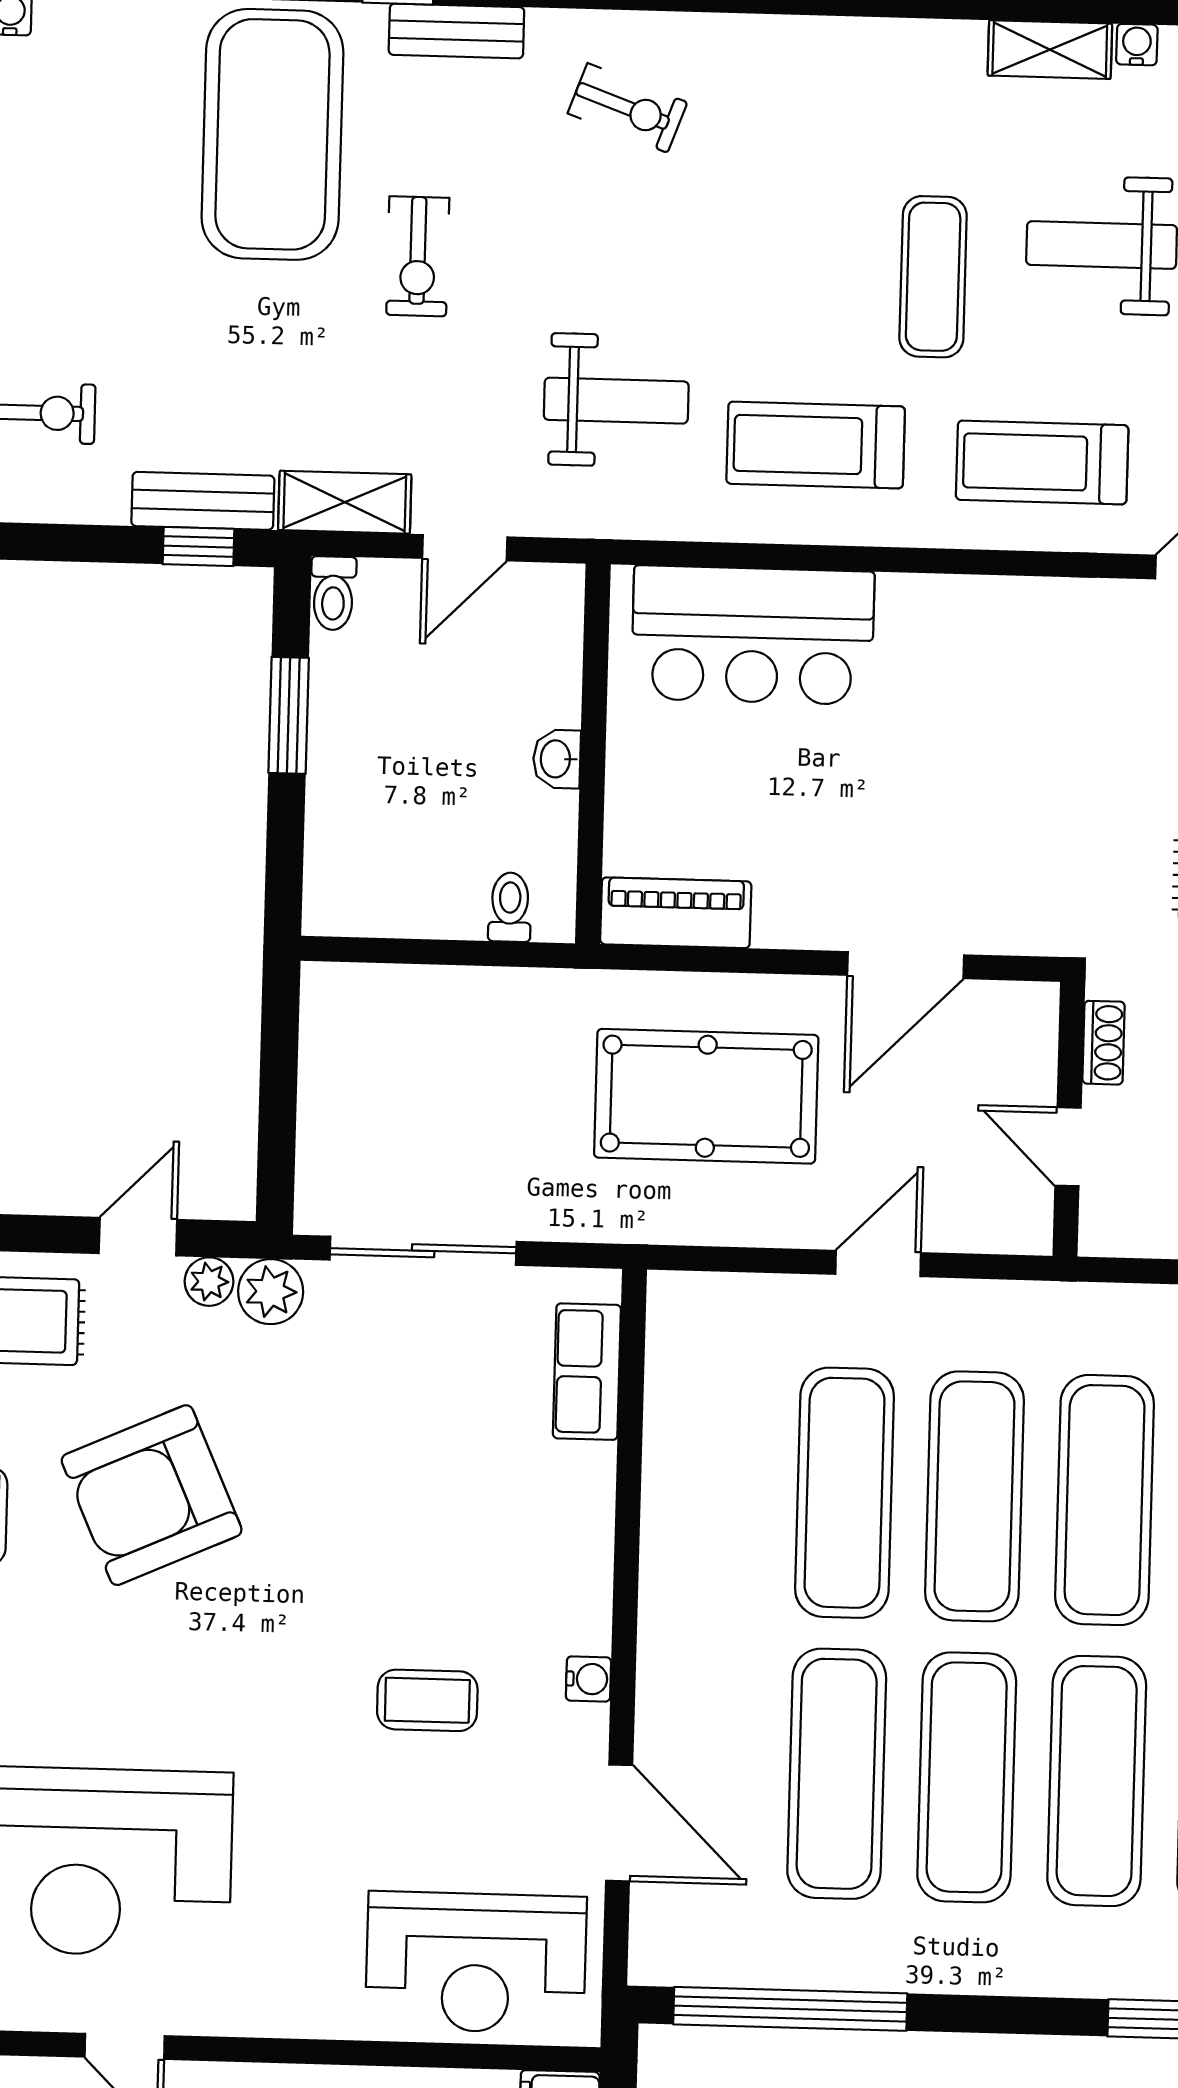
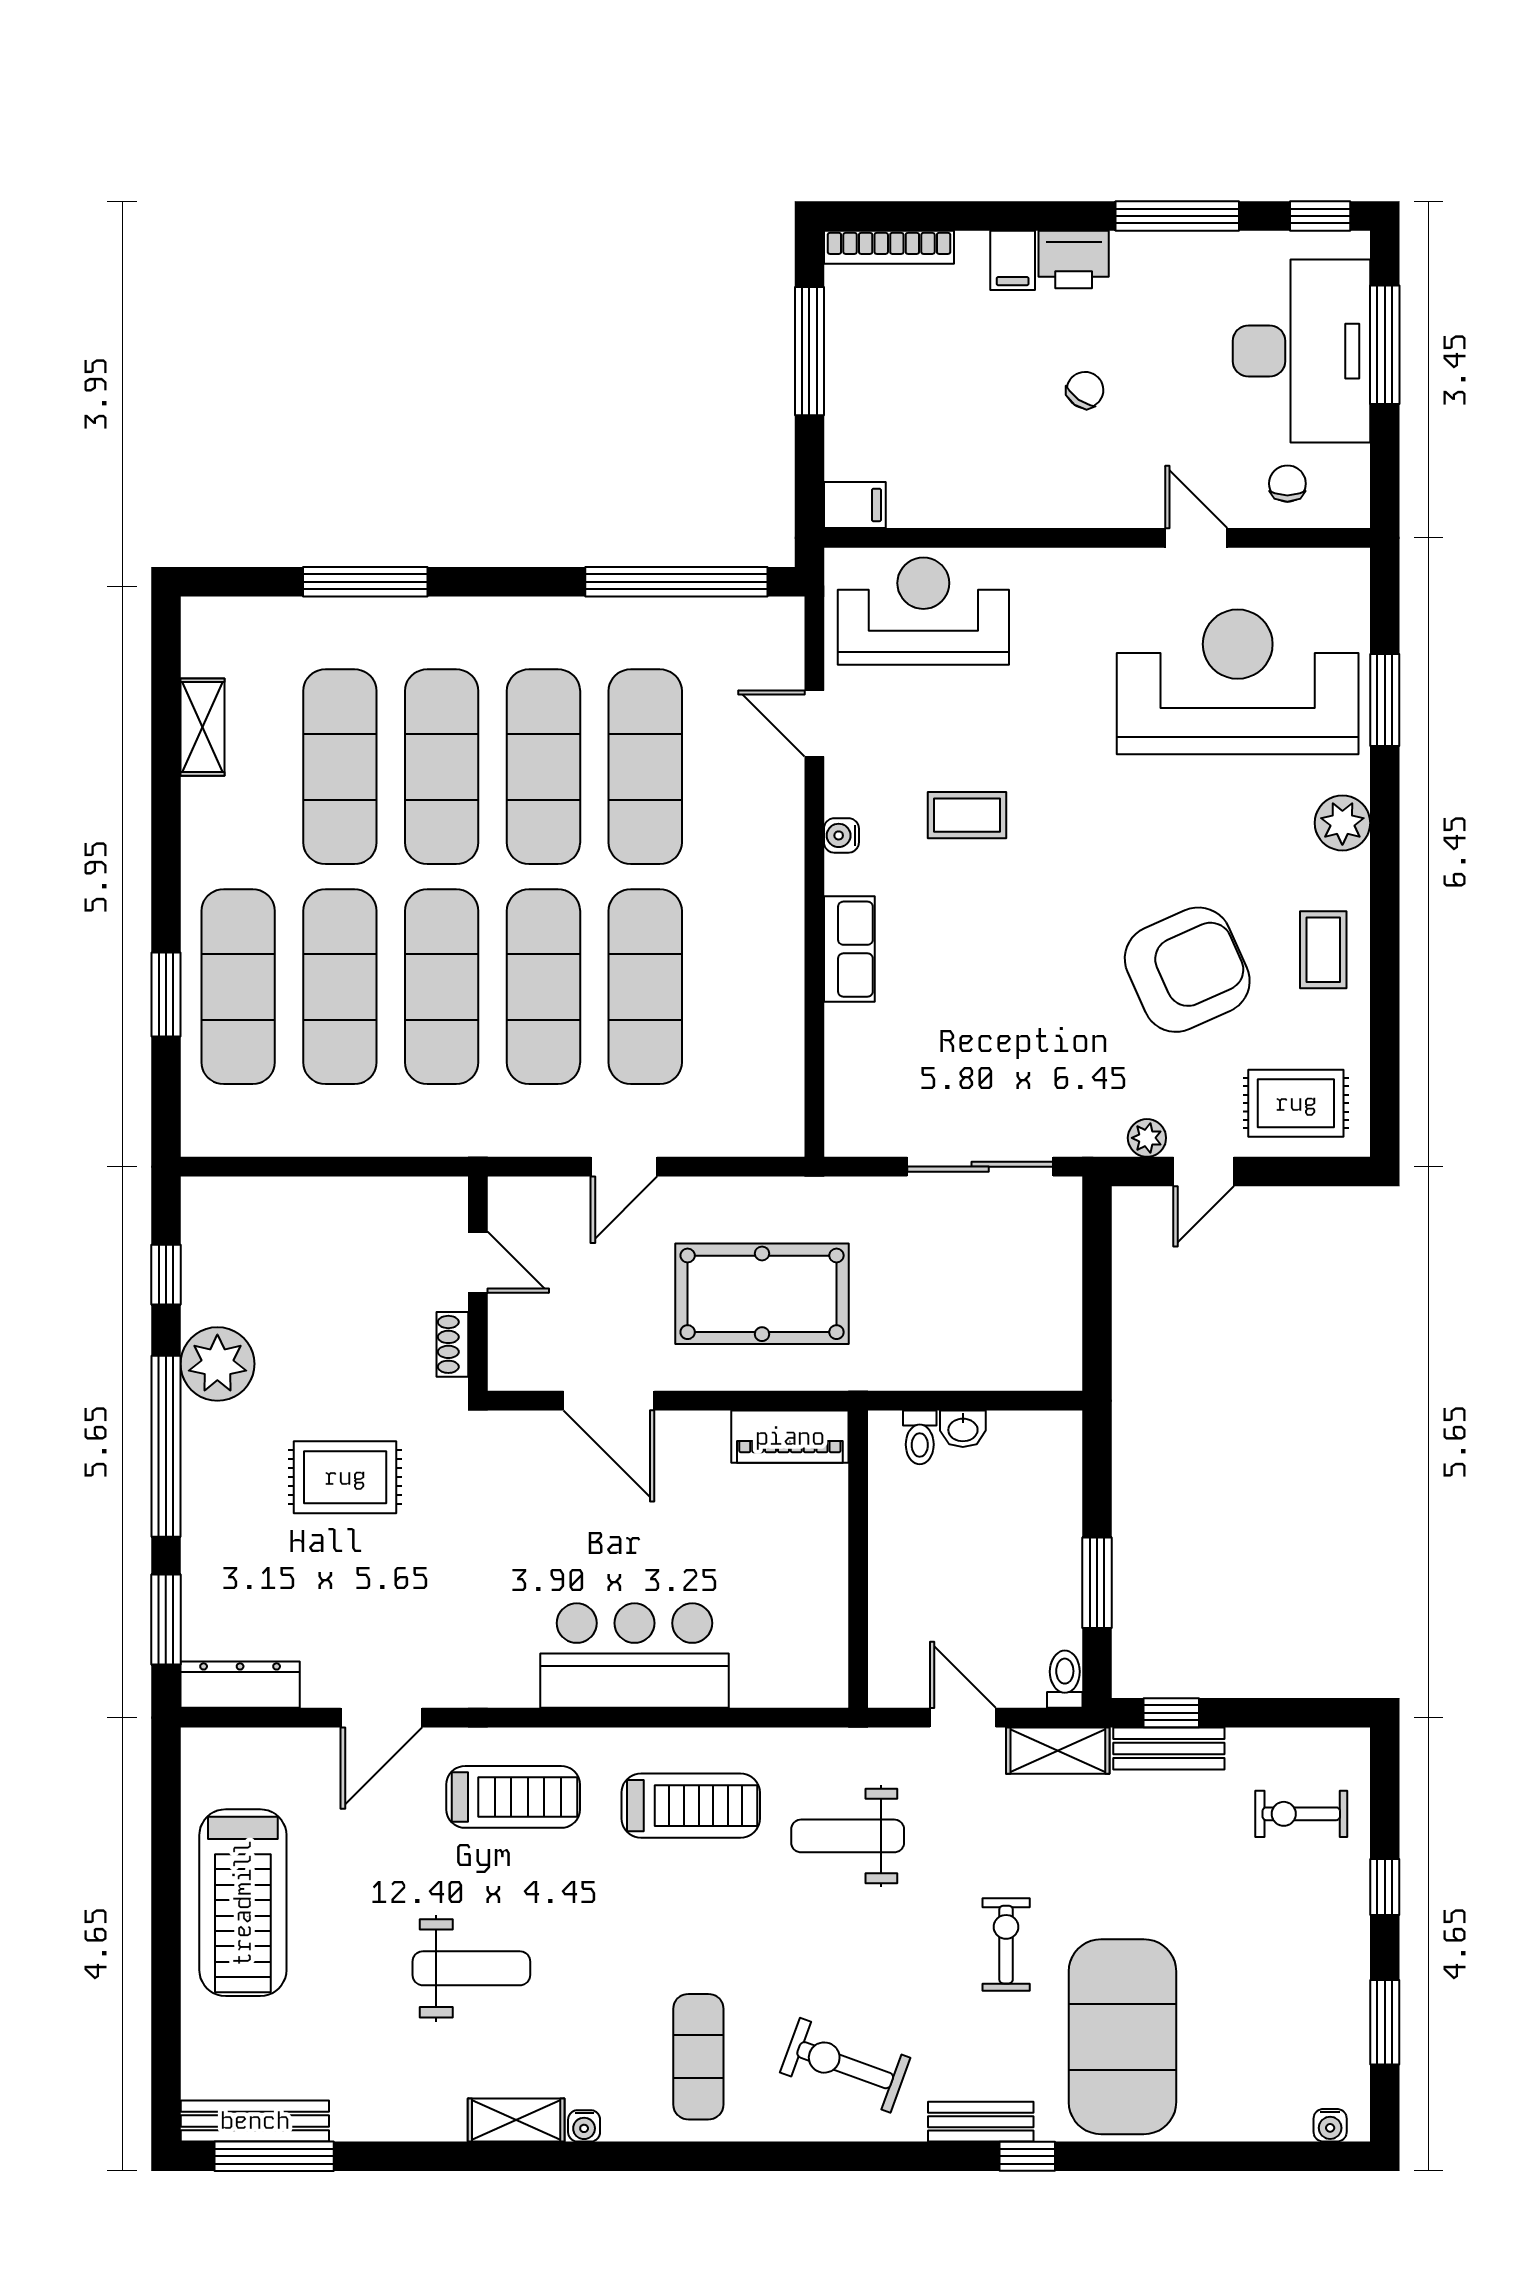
water cooler: (1137, 45) -> (584, 2126), moved
exercise bike: (628, 108) -> (845, 2065), width x1.38, depth x1.39
exercise mat: (933, 277) -> (698, 2057), moved
door: (465, 548) -> (963, 1718), hinge flipped
bar counter: (753, 635) -> (634, 1656), moved
washbasin: (557, 759) -> (963, 1429), moved, turned 90
door: (906, 965) -> (609, 1401), swing flipped
plant: (271, 1292) -> (1099, 1131), removed
row of seats: (587, 1372) -> (849, 949), moved
door: (619, 1823) -> (814, 723), width x0.73

